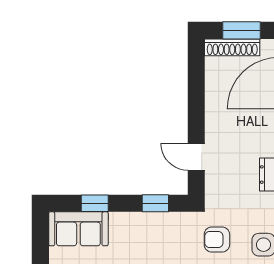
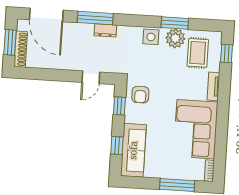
sofa: (78, 229) -> (133, 150), width x1.36
armchair: (217, 240) -> (140, 95), moved

